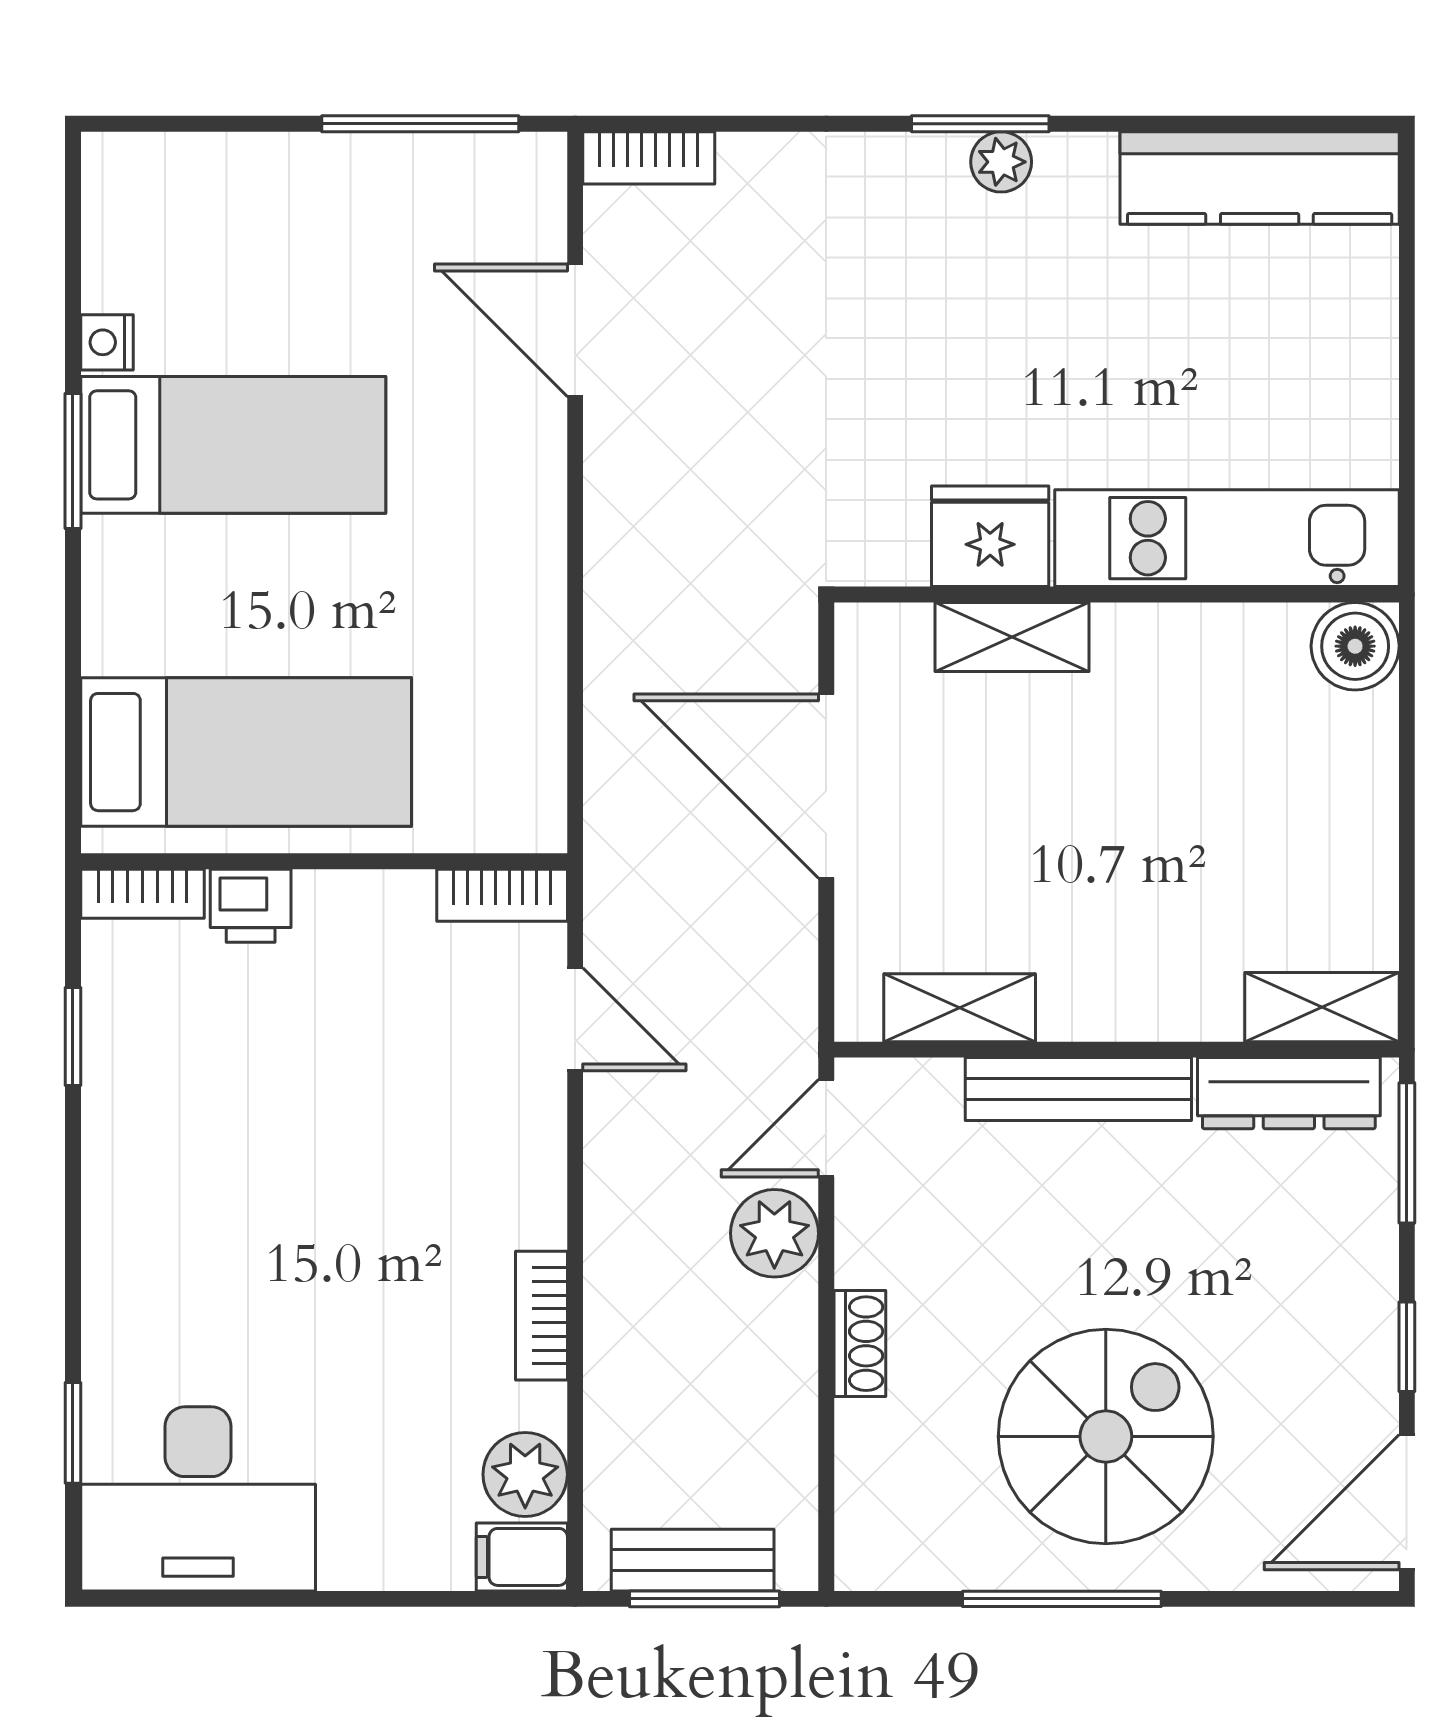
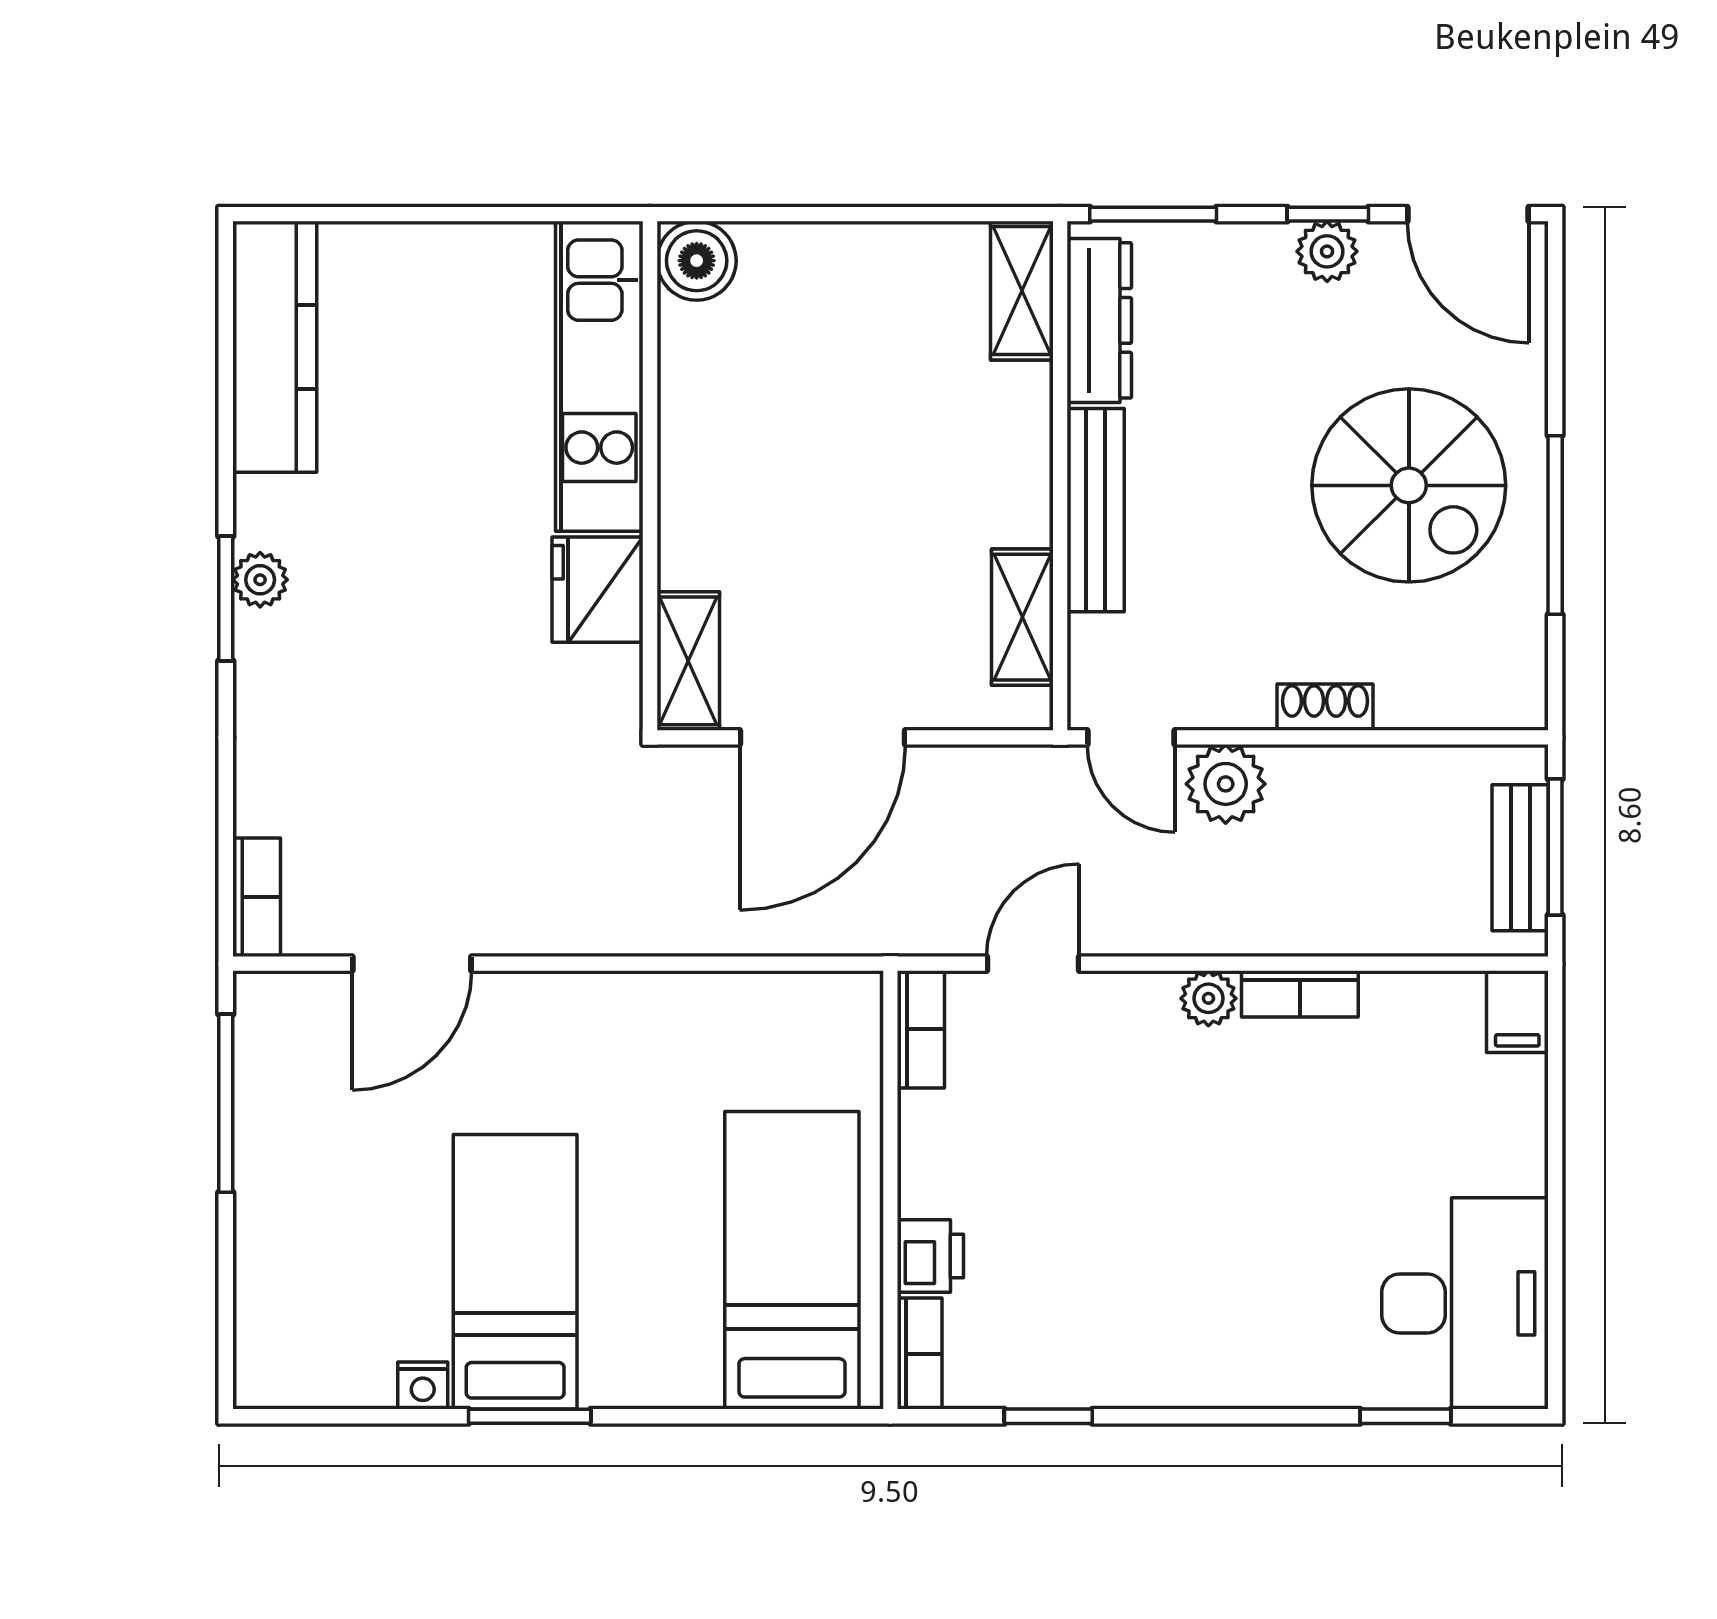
shelving: (1012, 637) -> (688, 661), moved
plant: (1365, 1346) -> (1327, 251), added
spiral stairs: (1106, 1437) -> (1409, 485), turned 180
plant: (525, 1474) -> (1208, 998), moved, width x0.73, depth x0.73

